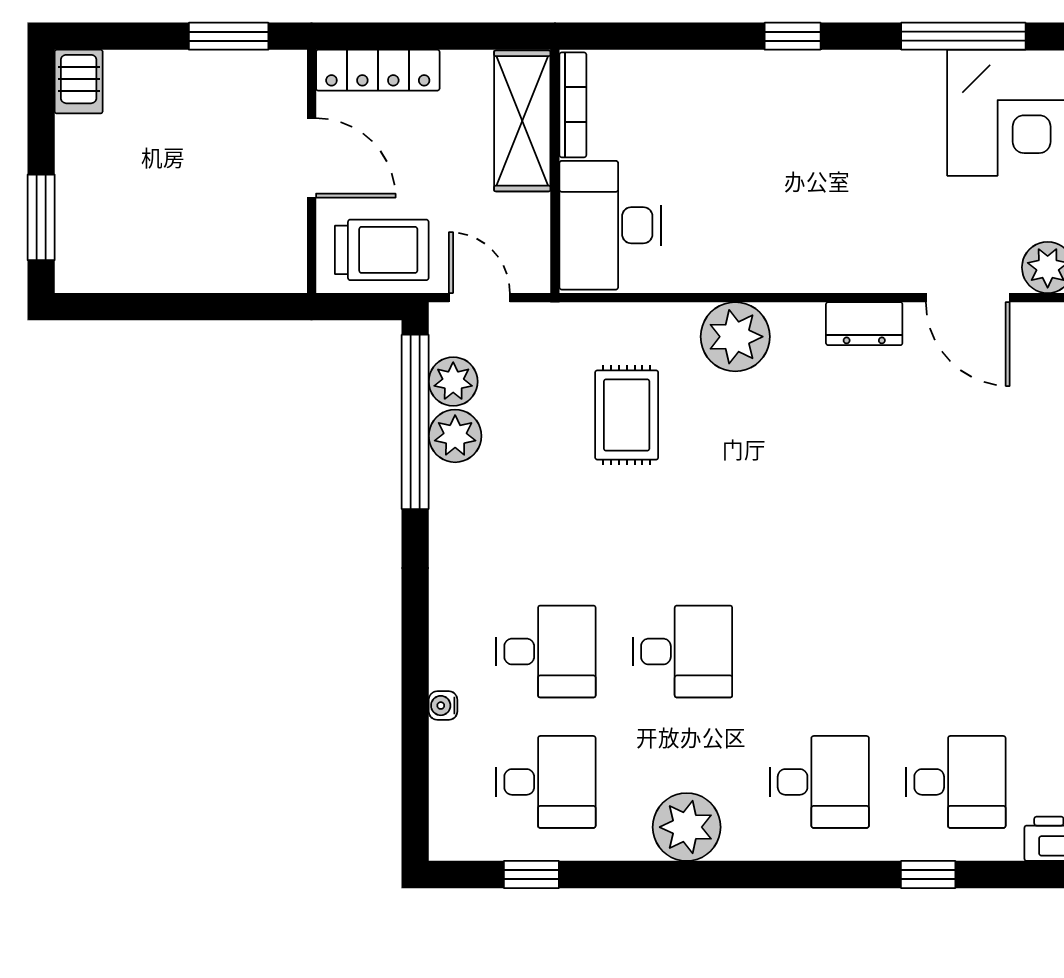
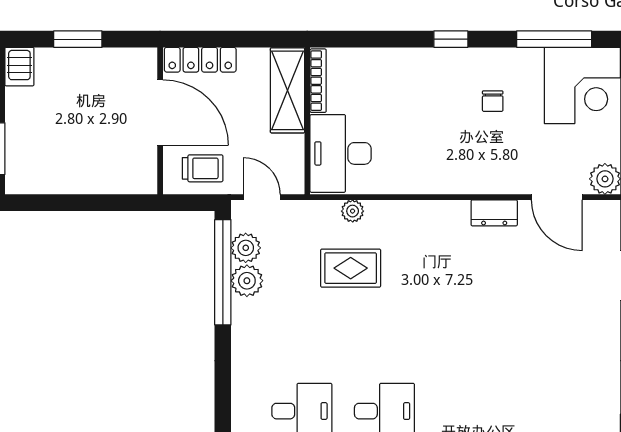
window: (229, 36) -> (78, 39), moved
chair: (862, 139) -> (493, 101), added
door: (312, 158) -> (160, 113), width x1.36
trolley: (382, 250) -> (203, 168), width x0.73, depth x0.72
plant: (735, 337) -> (353, 211), moved, width x0.53, depth x0.53
rug: (627, 415) -> (351, 268), turned 90

